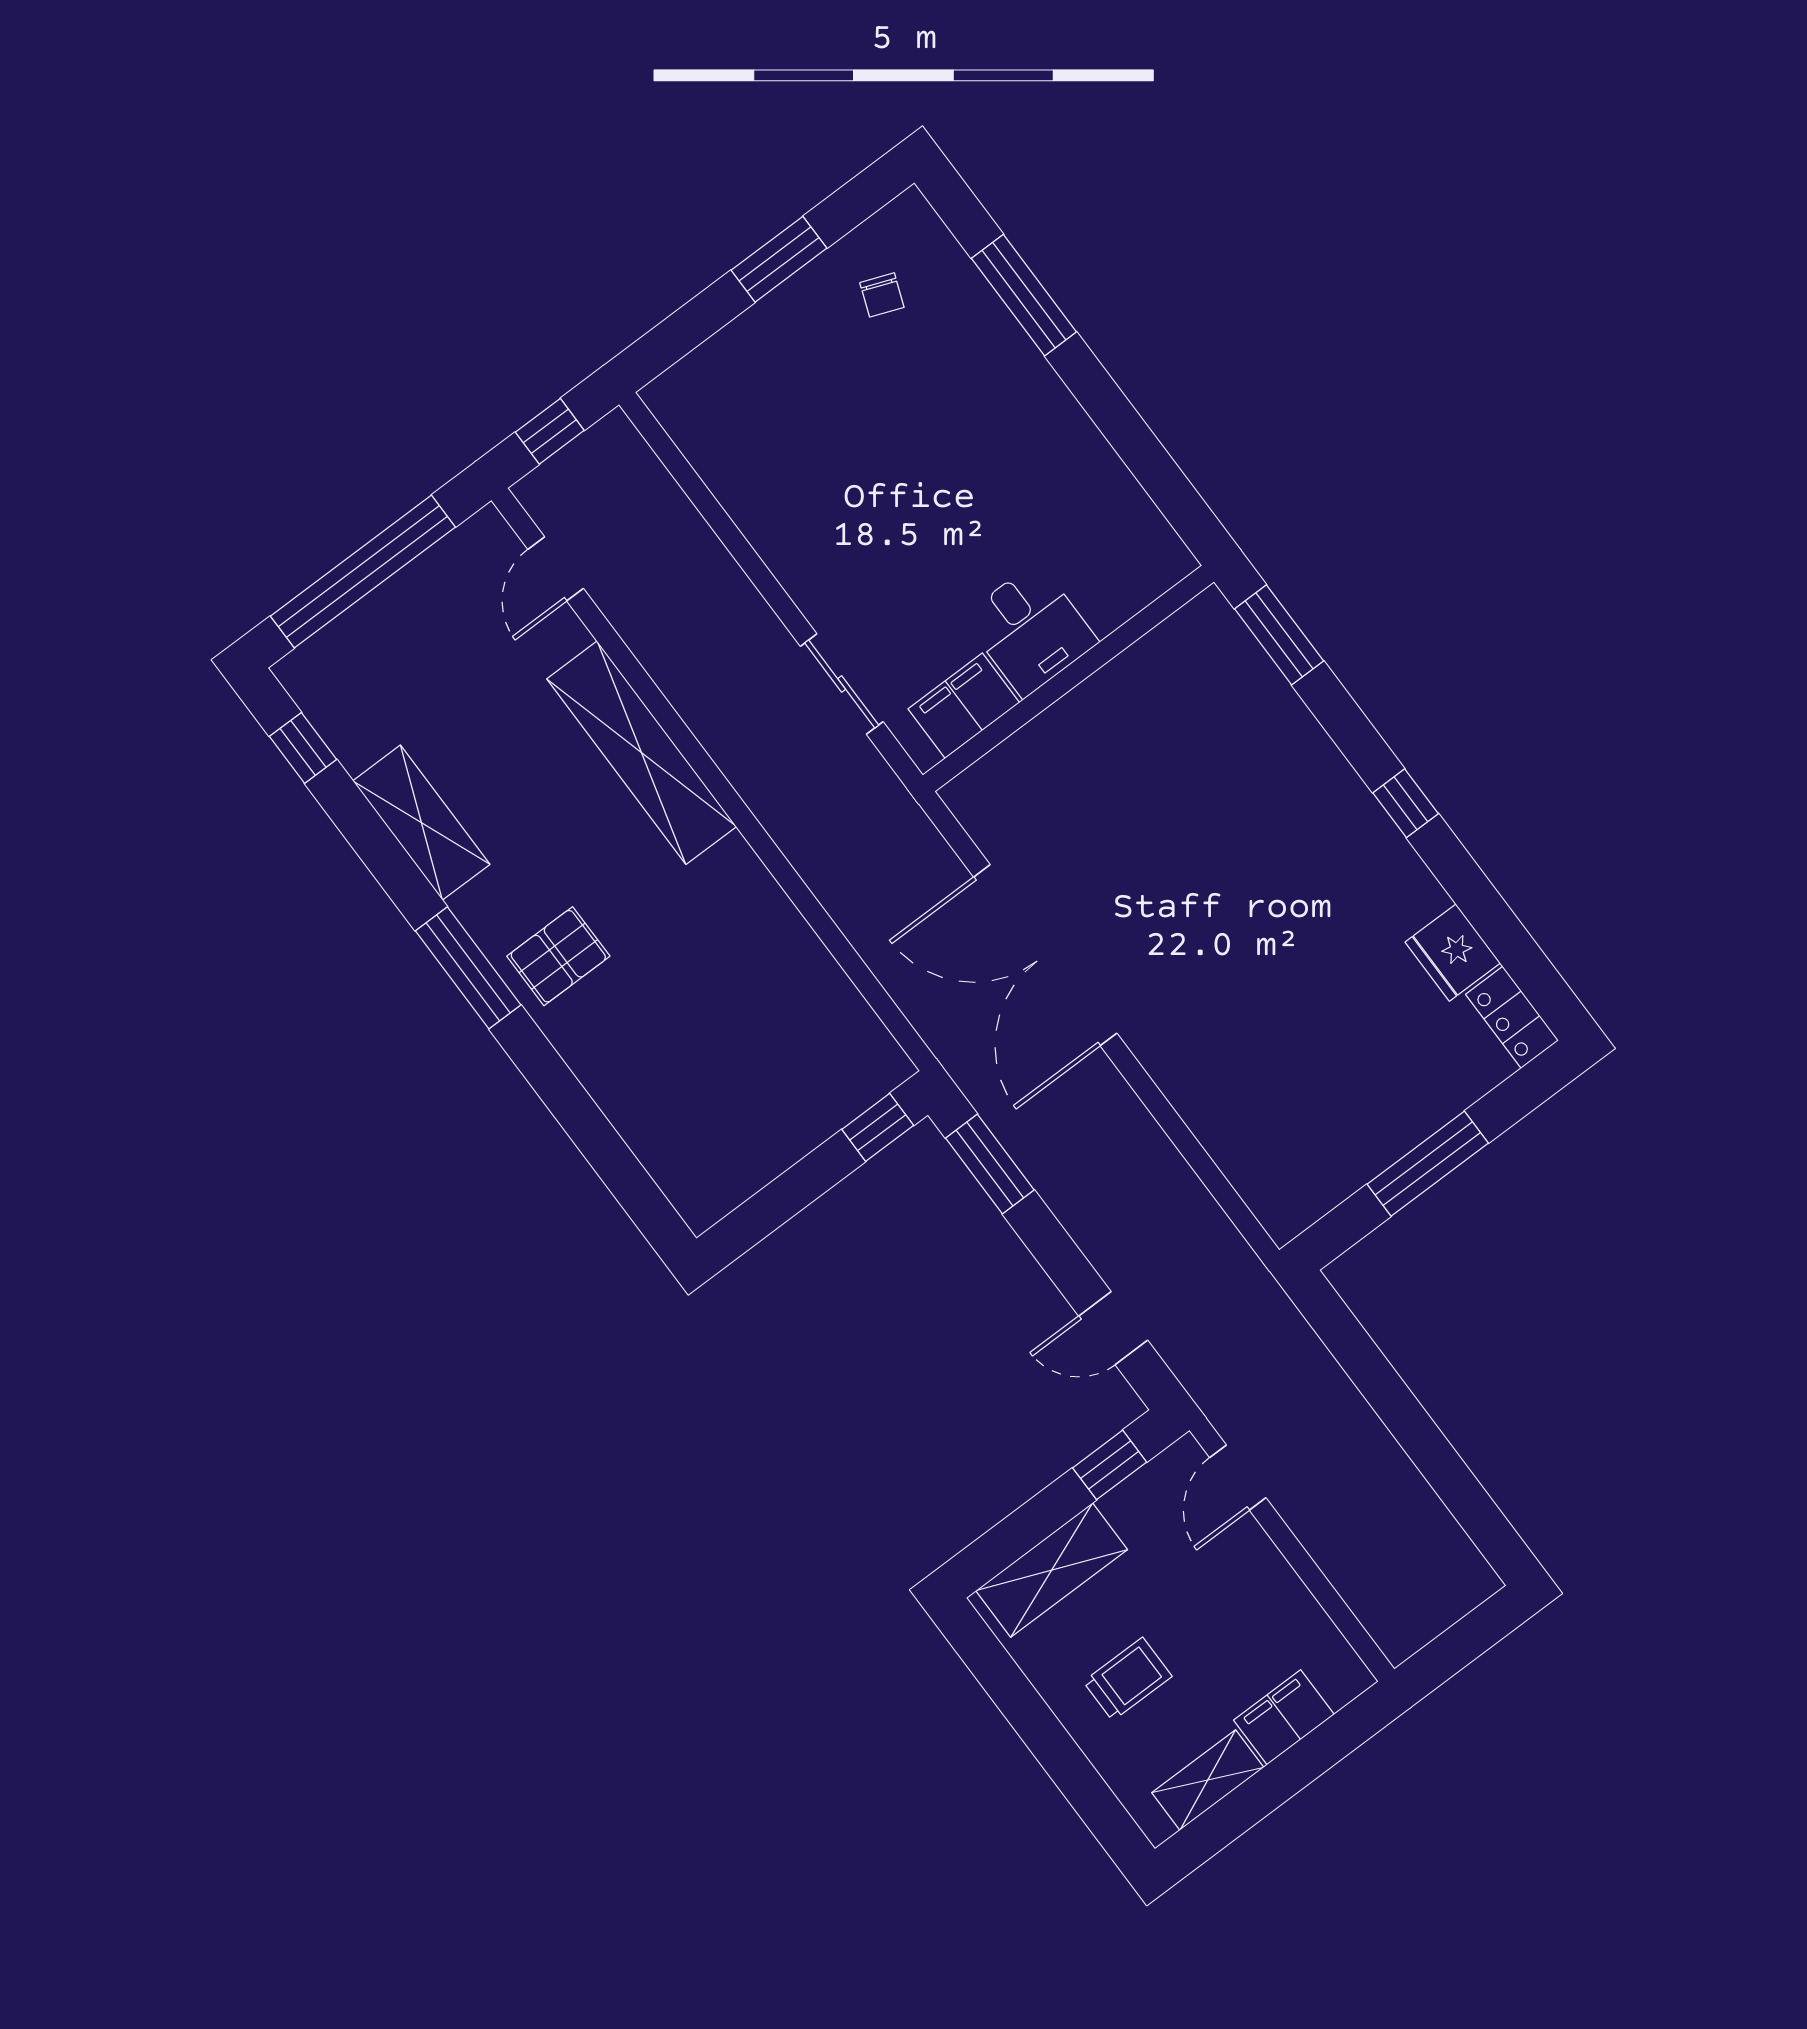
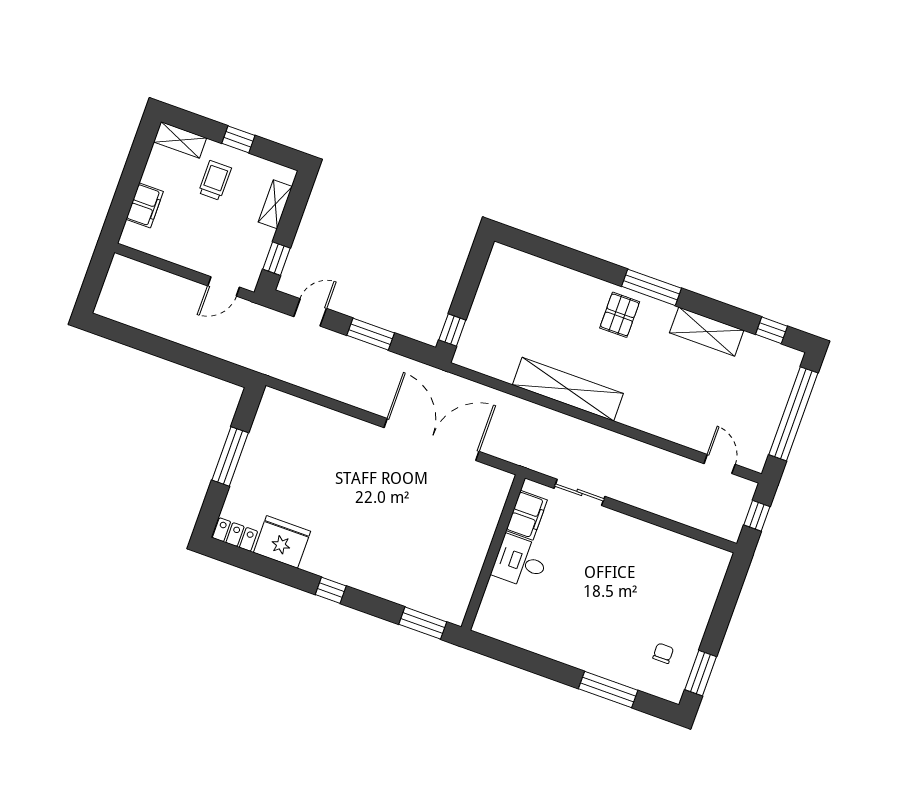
window: (779, 259) -> (701, 673), moved
chair: (882, 295) -> (663, 653), turned 69
shelving: (642, 753) -> (568, 389), moved
fridge: (1453, 953) -> (282, 542), width x1.36, depth x1.34
window: (990, 1164) -> (371, 334), moved
door: (1238, 1478) -> (224, 286), swing flipped
shelving: (1052, 1570) -> (275, 204), width x0.67, depth x0.75
trolley: (1128, 1679) -> (215, 180), turned 180
window: (1037, 1725) -> (238, 139), added
shelving: (1208, 1780) -> (180, 140), moved, turned 90

